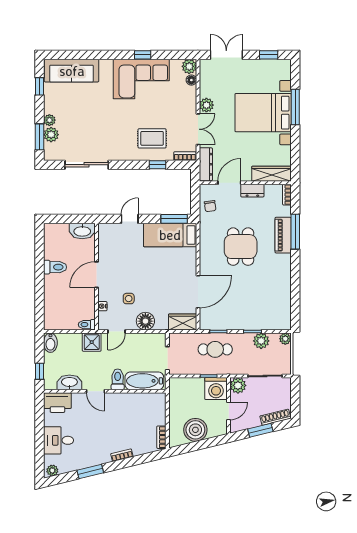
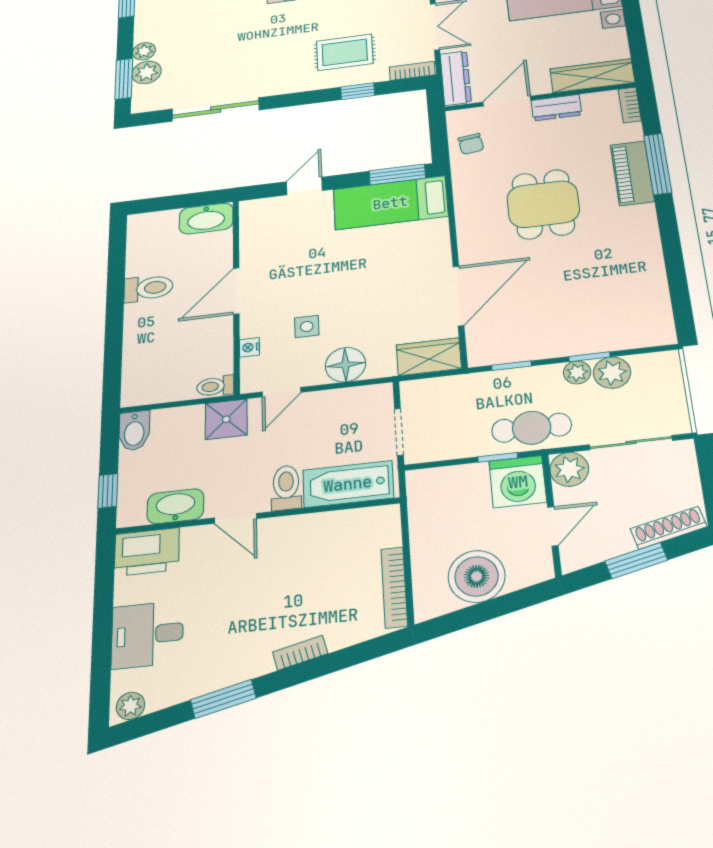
plant: (285, 339) -> (577, 372), moved
cafe table: (215, 349) -> (532, 428), moved
bookcase: (161, 437) -> (394, 587), width x1.56

